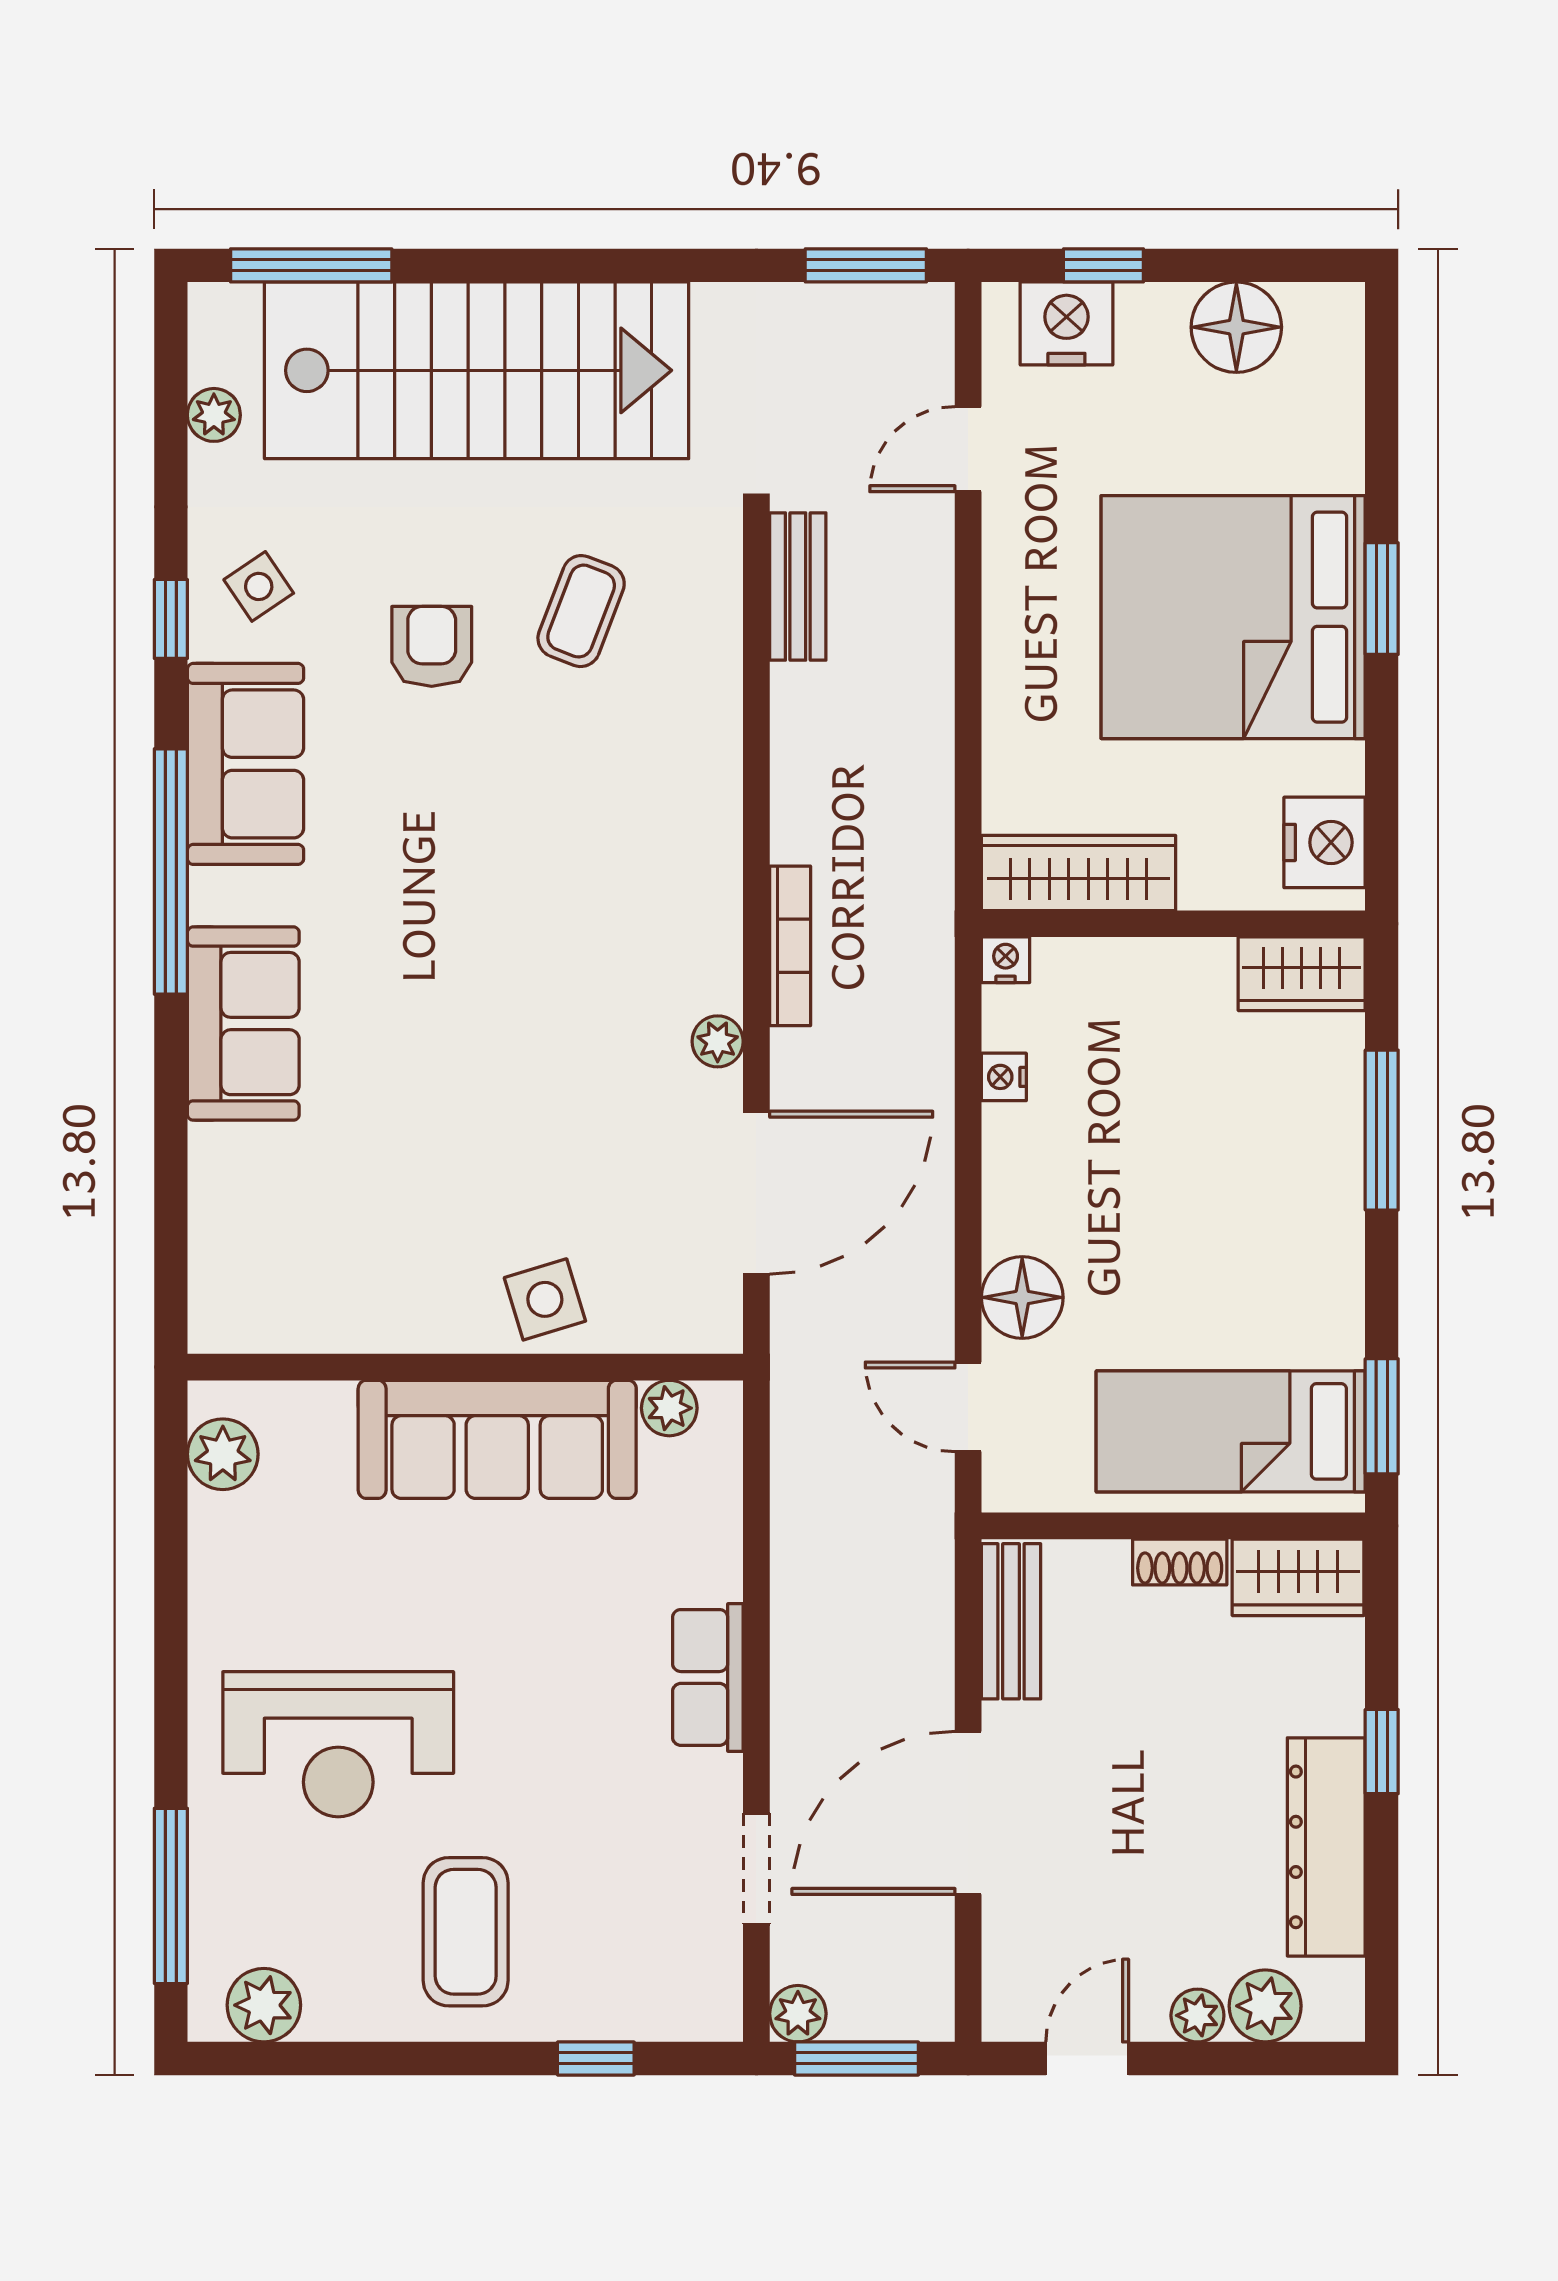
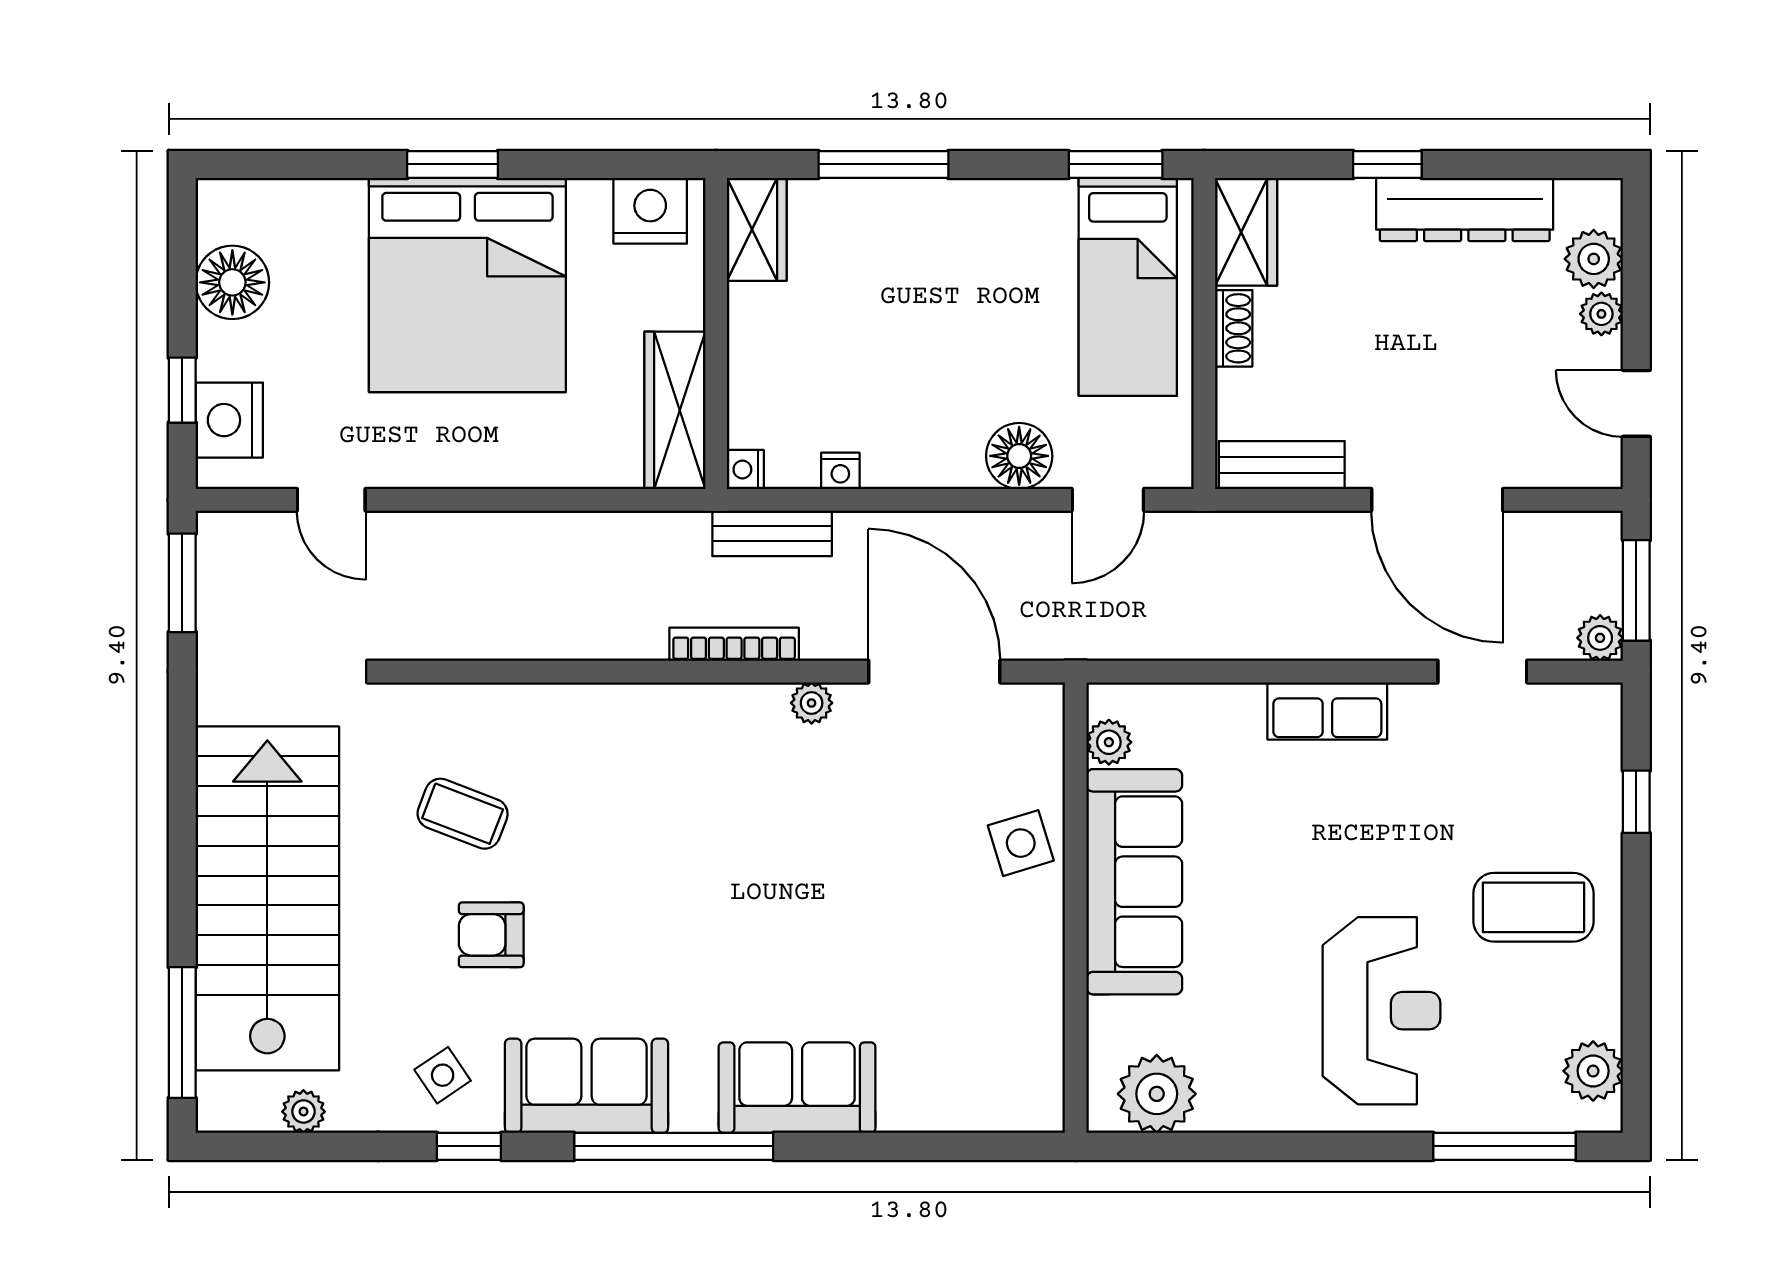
bench: (798, 586) -> (772, 533), moved
plant: (223, 1454) -> (1157, 1094), width x1.36, depth x1.36

